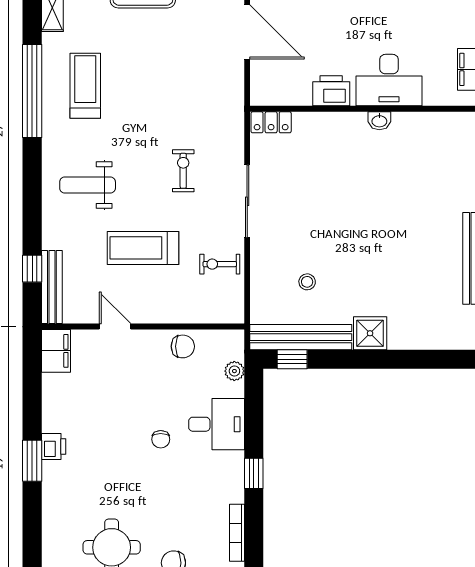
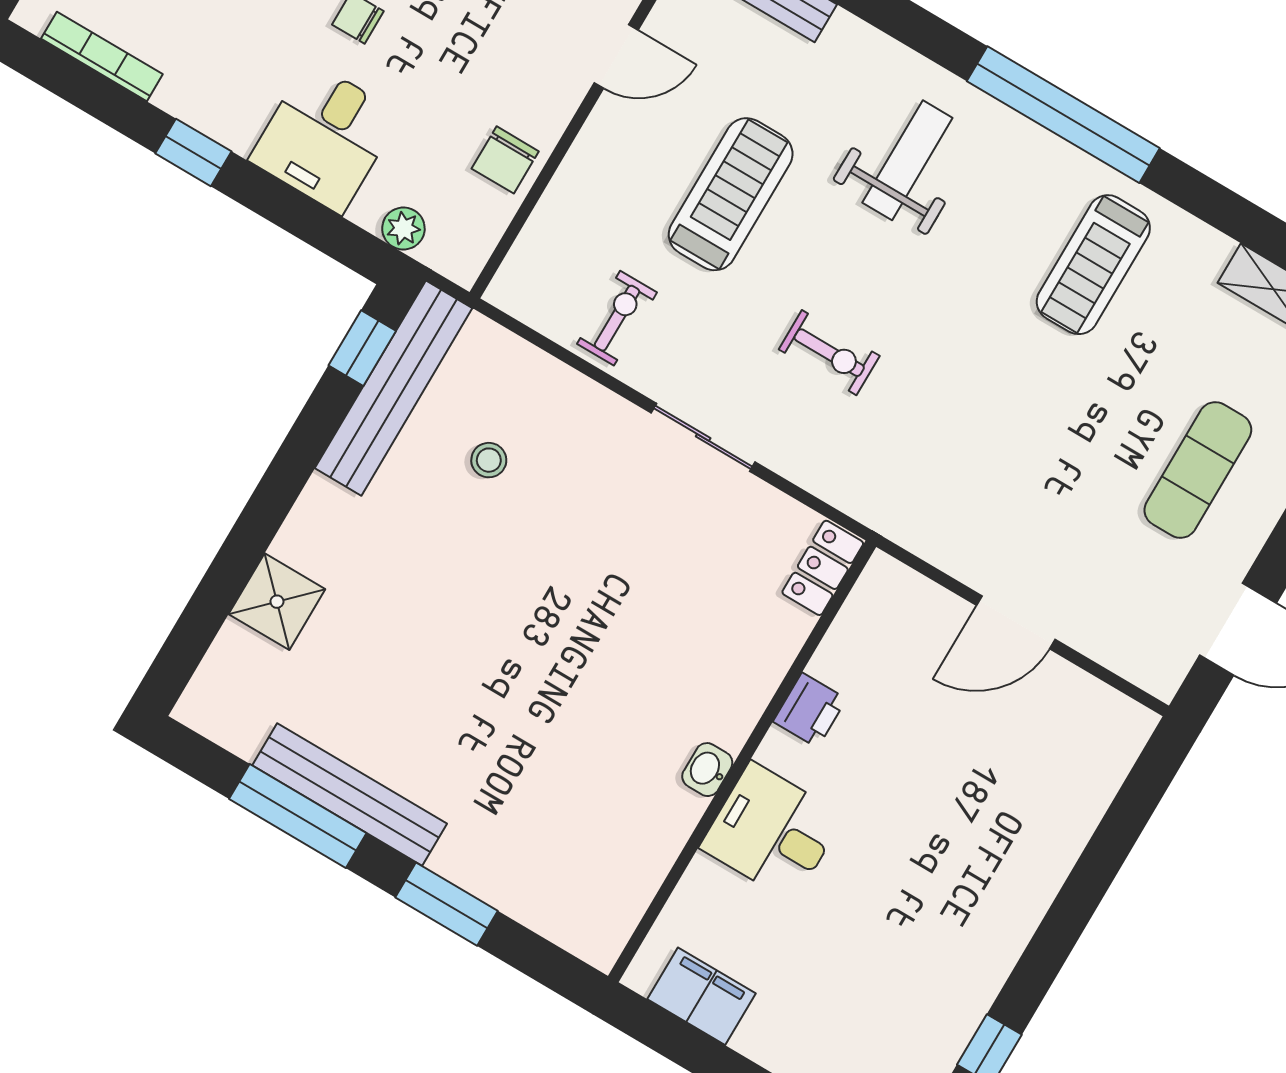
door: (247, 32) -> (1016, 622), width x0.73
desk: (389, 80) -> (772, 832), width x0.73
treadmill: (85, 86) -> (1093, 265), turned 90
window: (32, 91) -> (1063, 115), moved
printer: (331, 91) -> (810, 710), width x0.73, depth x0.81
sliding door: (247, 201) -> (703, 437), width x0.73
shower: (370, 333) -> (277, 602), moved

